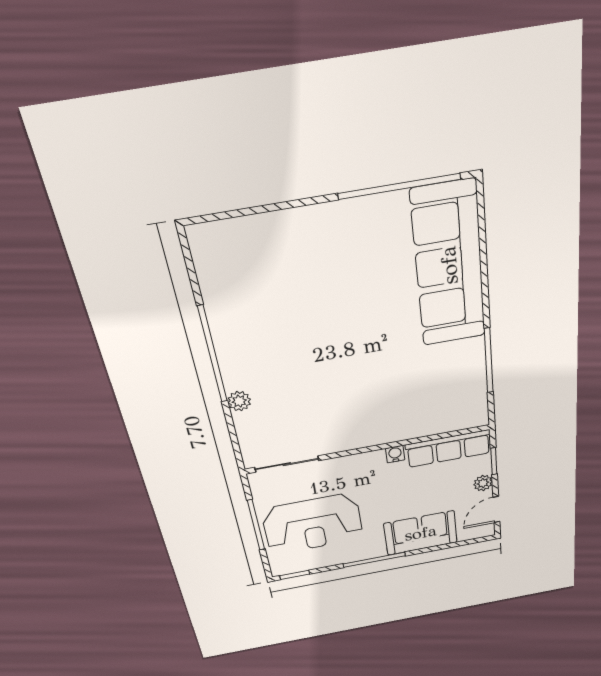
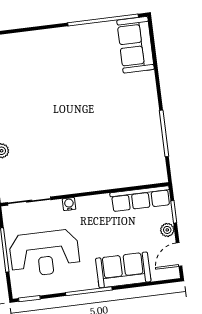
sofa: (449, 265) -> (135, 45), width x0.54, depth x0.79
water cooler: (395, 454) -> (69, 204), moved

